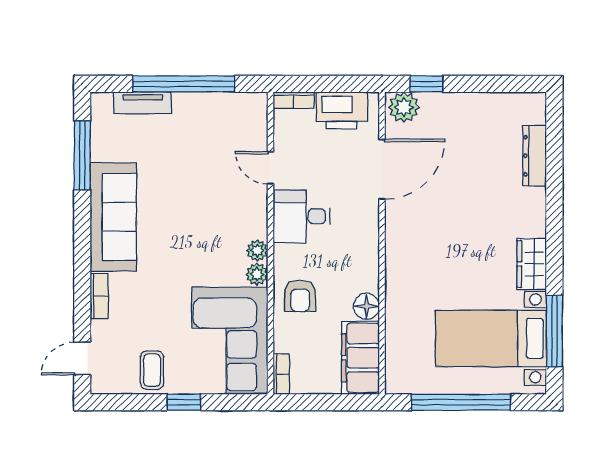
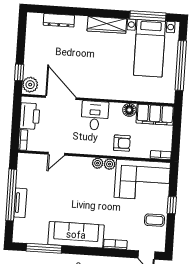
tv unit: (143, 103) -> (20, 203), moved
desk: (302, 216) -> (95, 116), moved, turned 180
wardrobe: (532, 264) -> (107, 25), width x1.50

